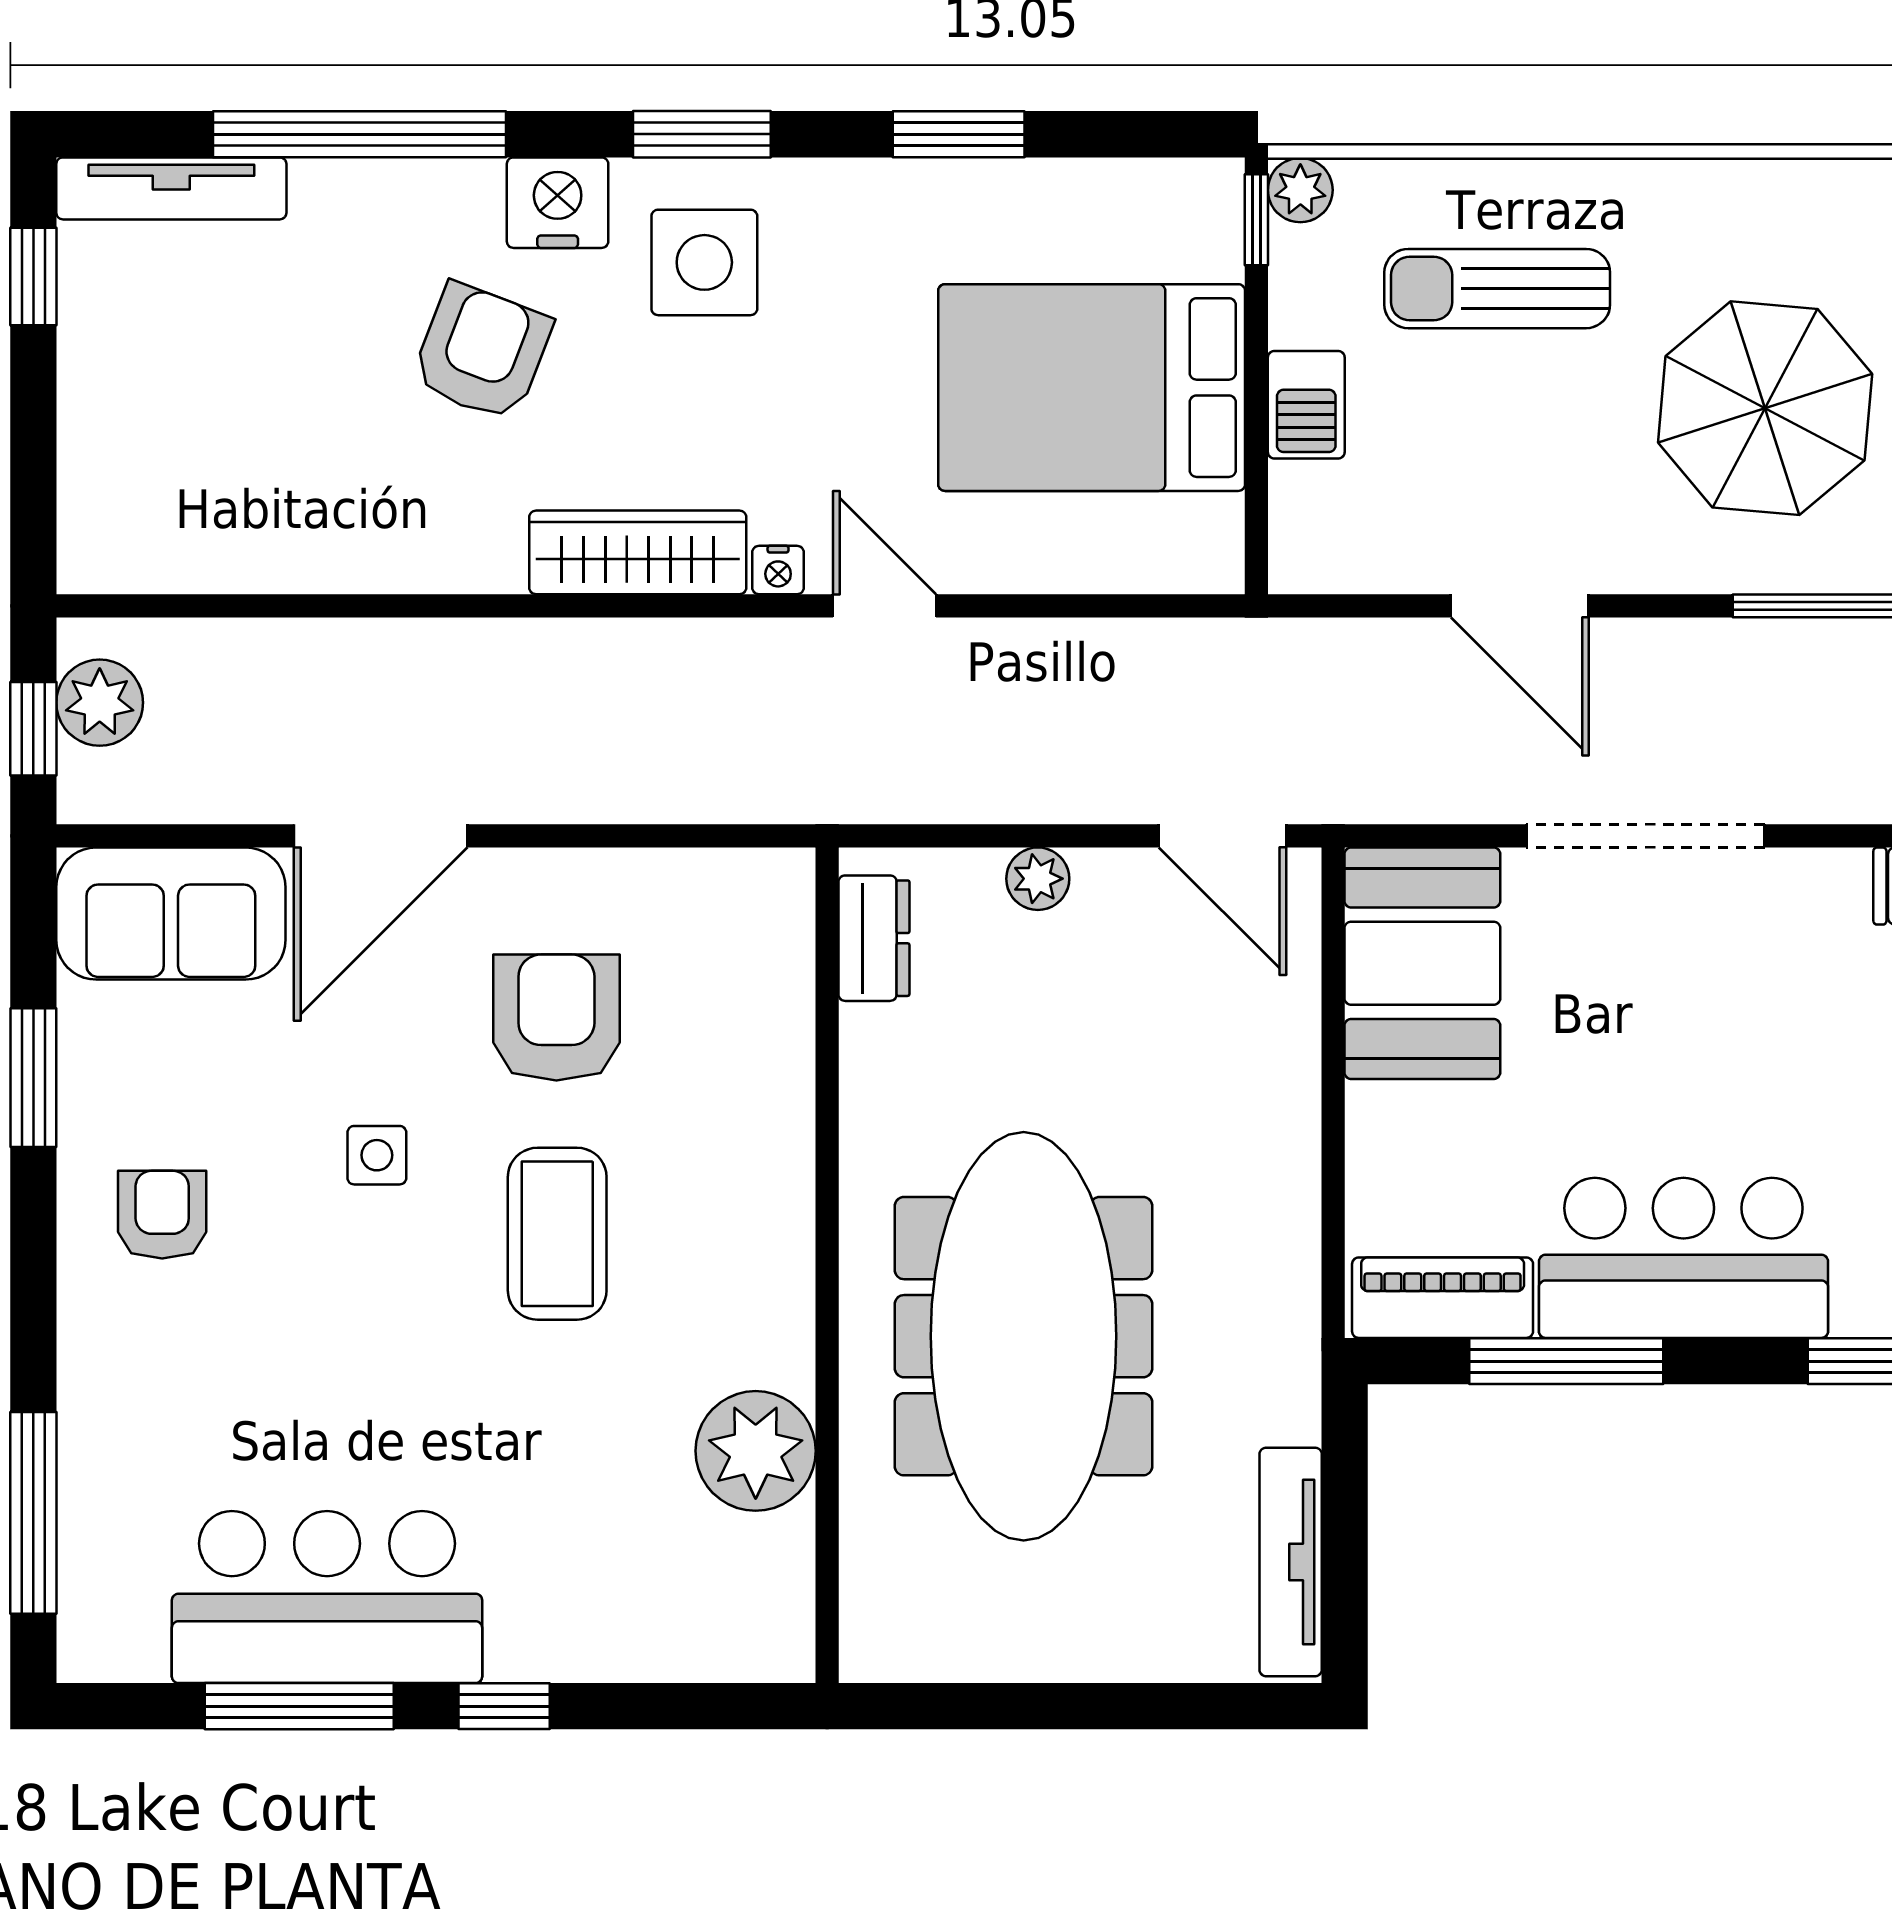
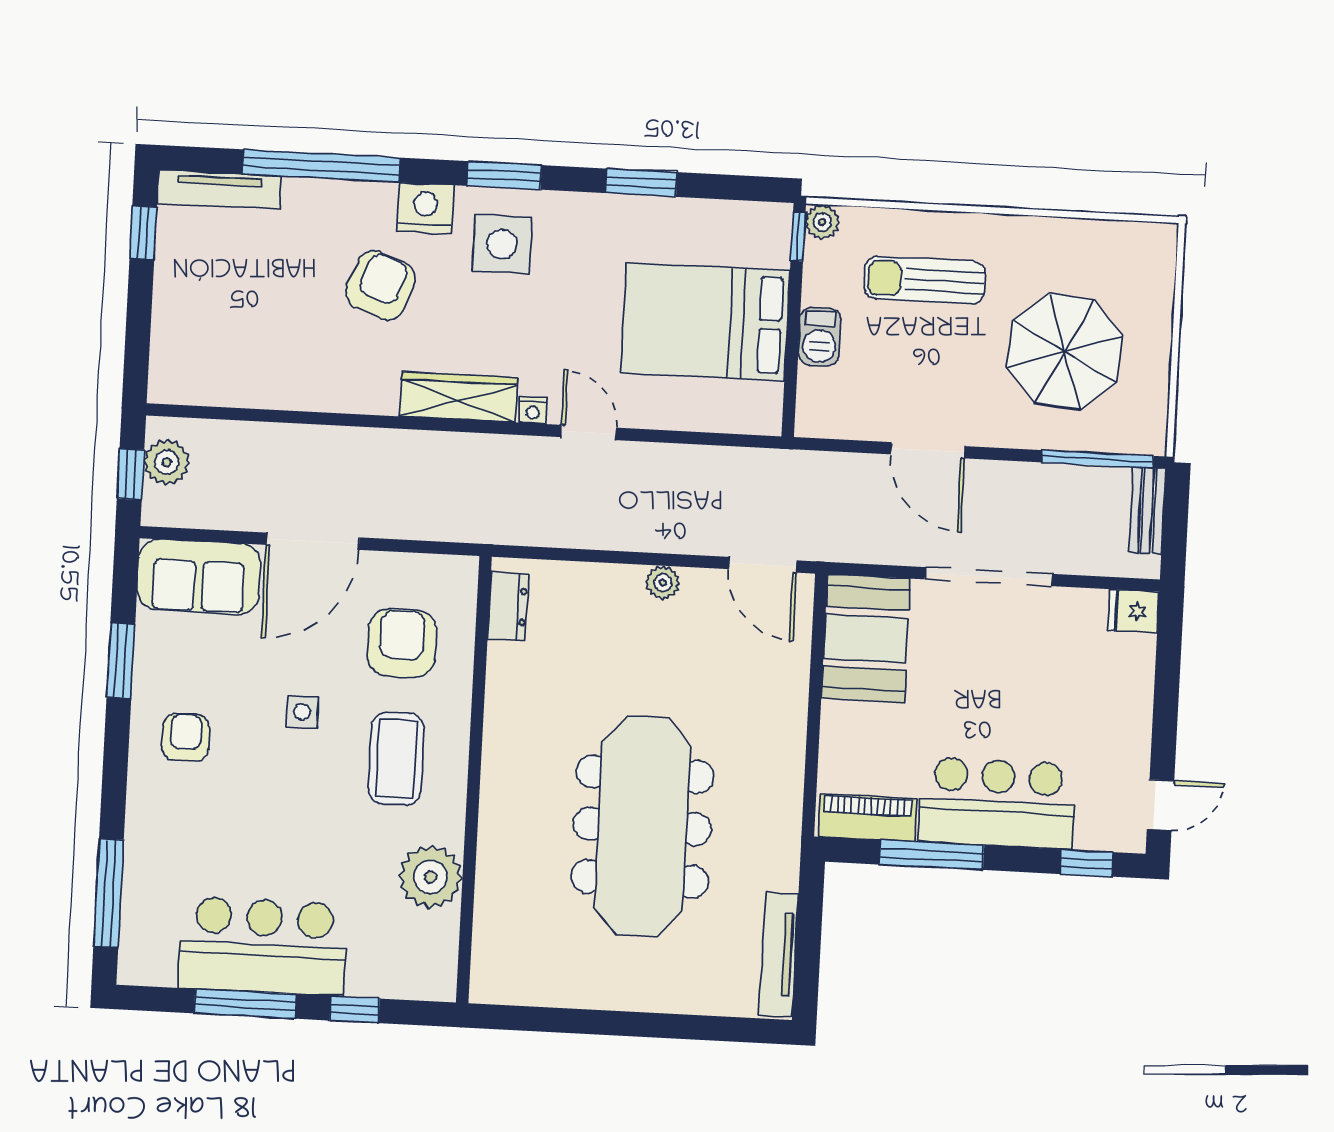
dresser: (874, 938) -> (508, 606), moved
wall: (827, 1265) -> (474, 780), moved
plant: (756, 1451) -> (431, 877), moved

